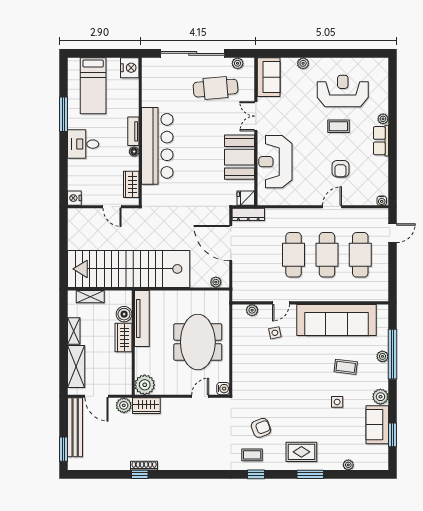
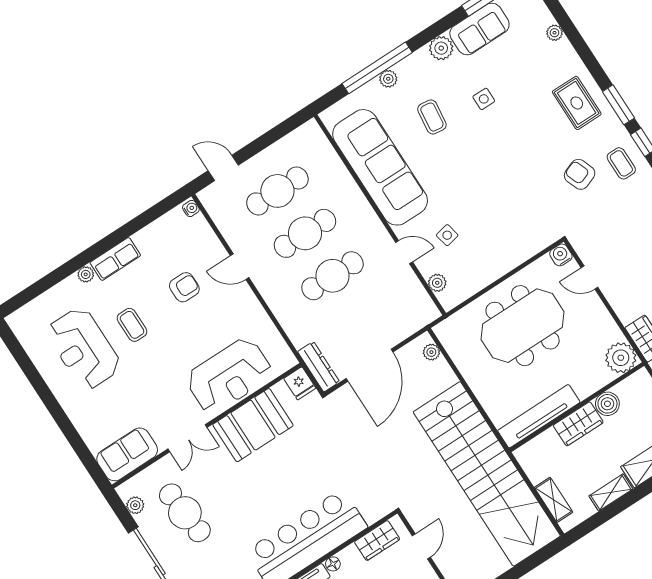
plant: (303, 63) -> (81, 422), removed
boiler: (124, 314) -> (607, 404), moved
window: (310, 474) -> (618, 105), moved

